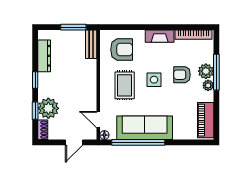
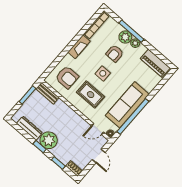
armchair: (122, 49) -> (67, 77), turned 90
plant: (48, 108) -> (49, 140), moved

